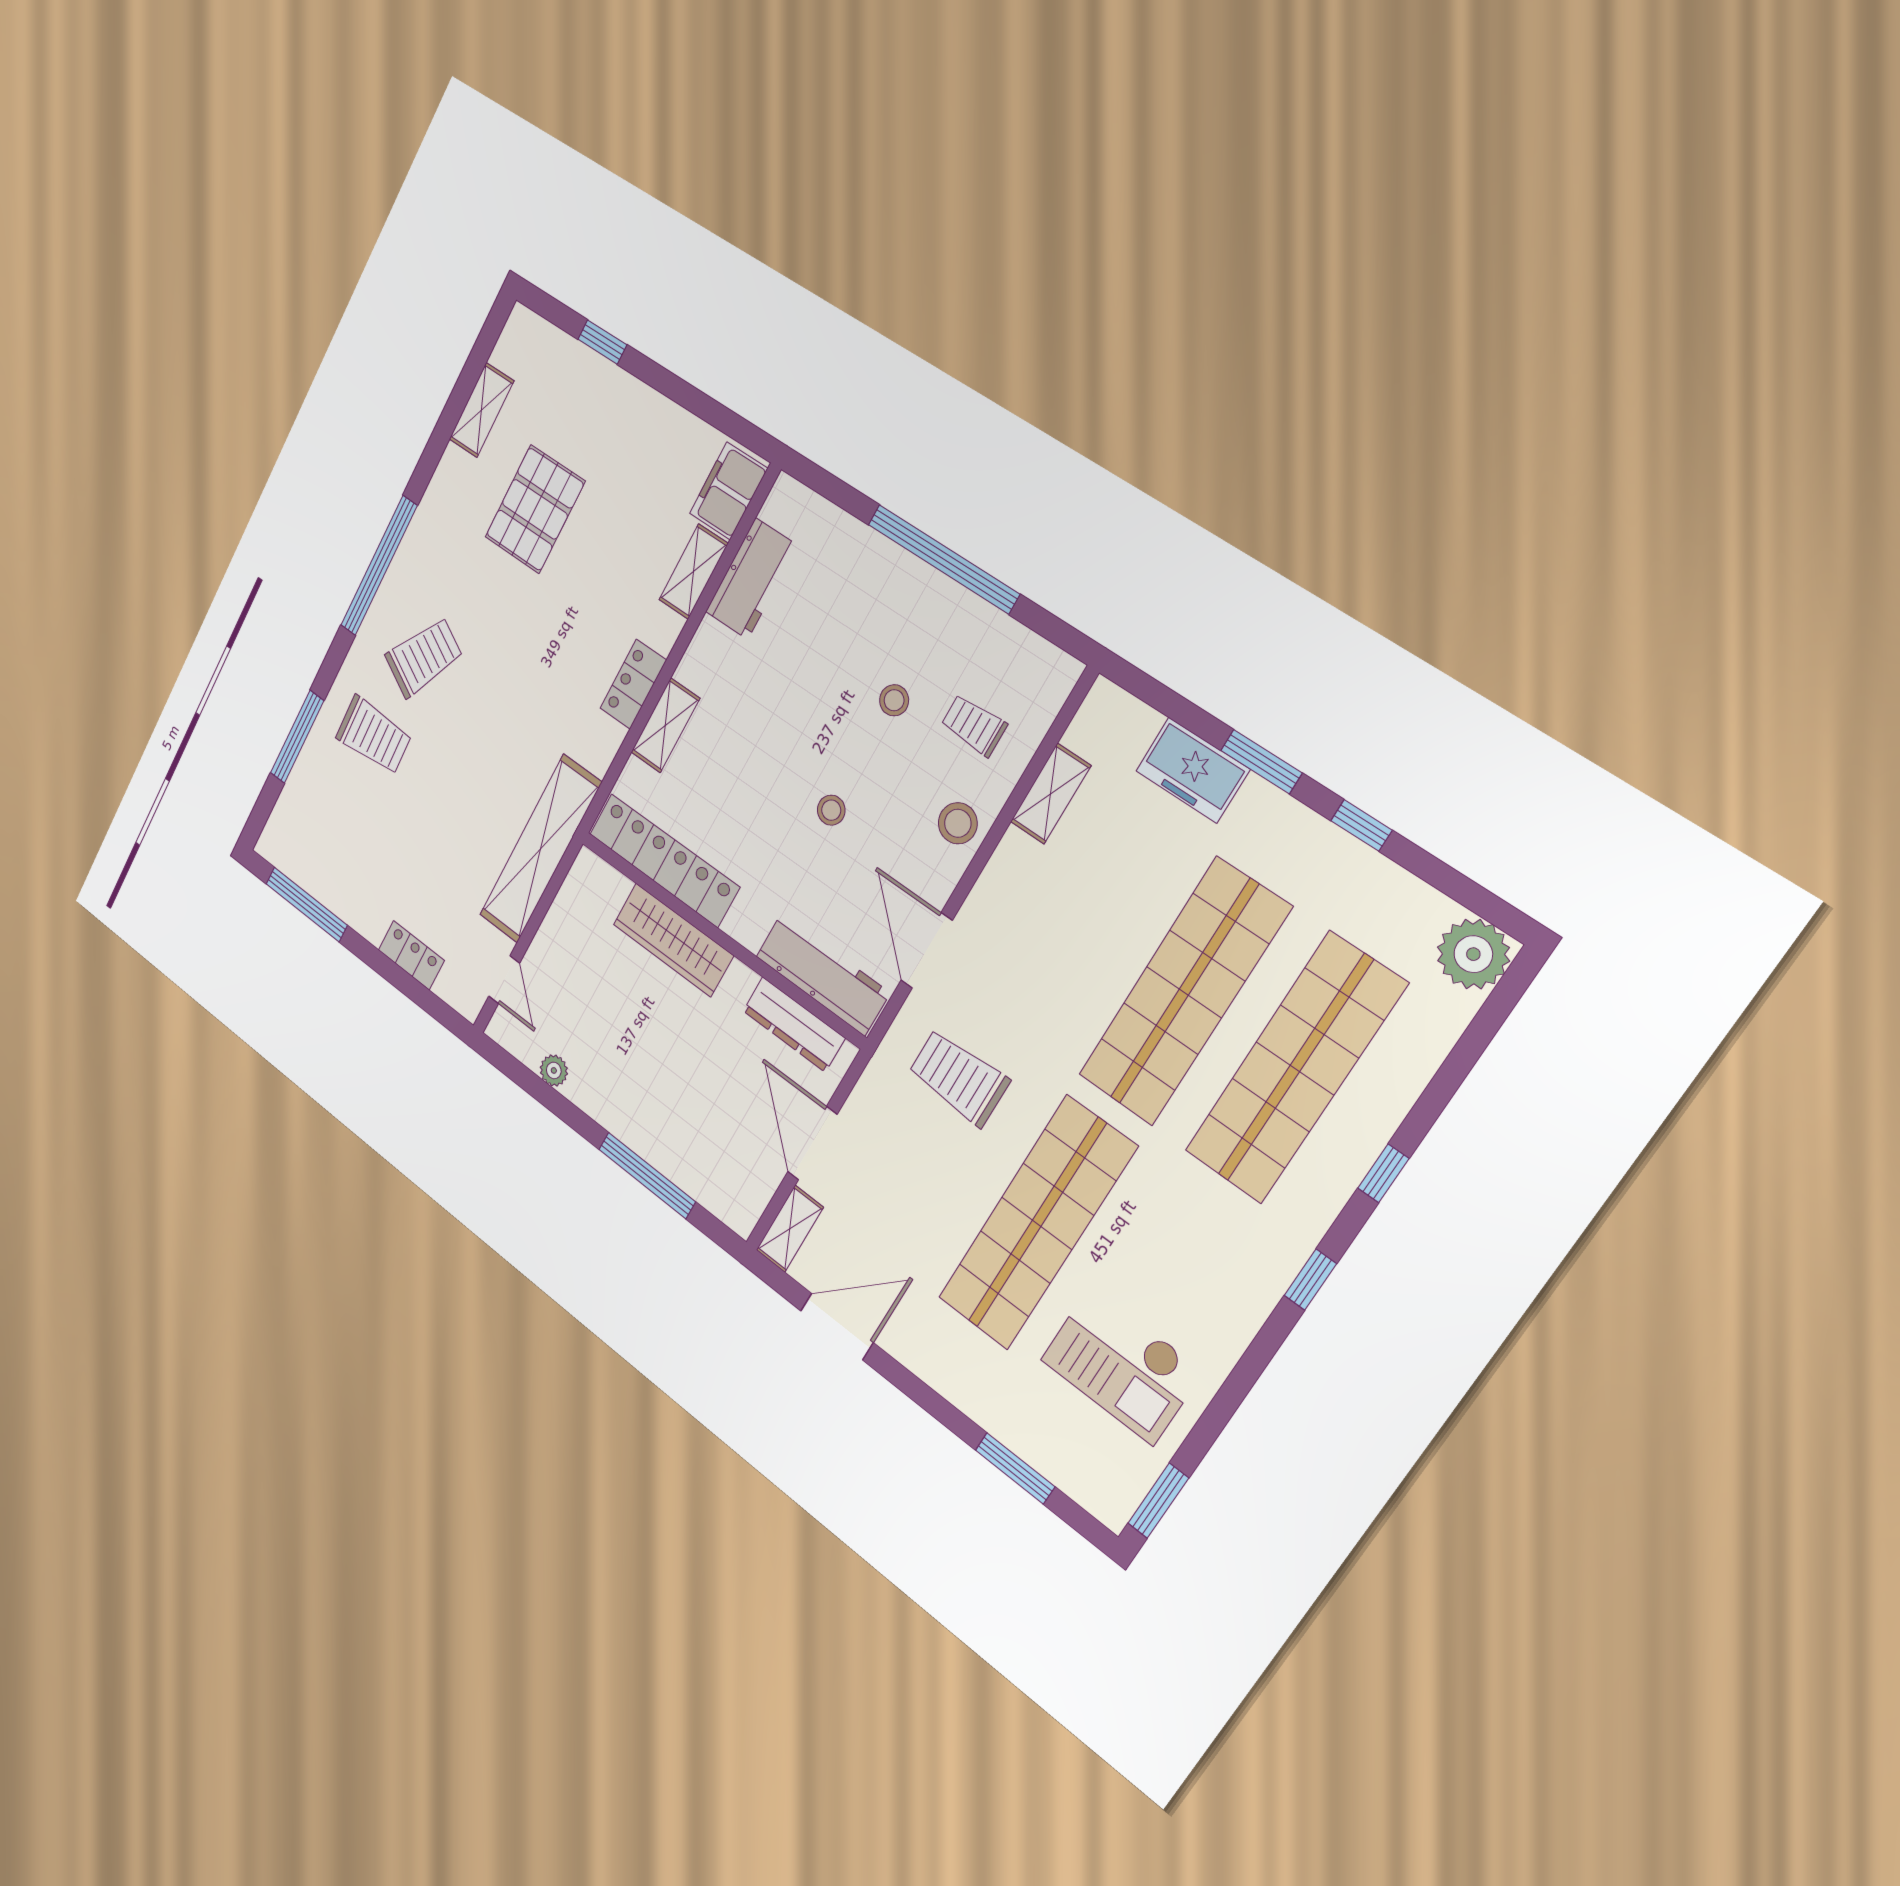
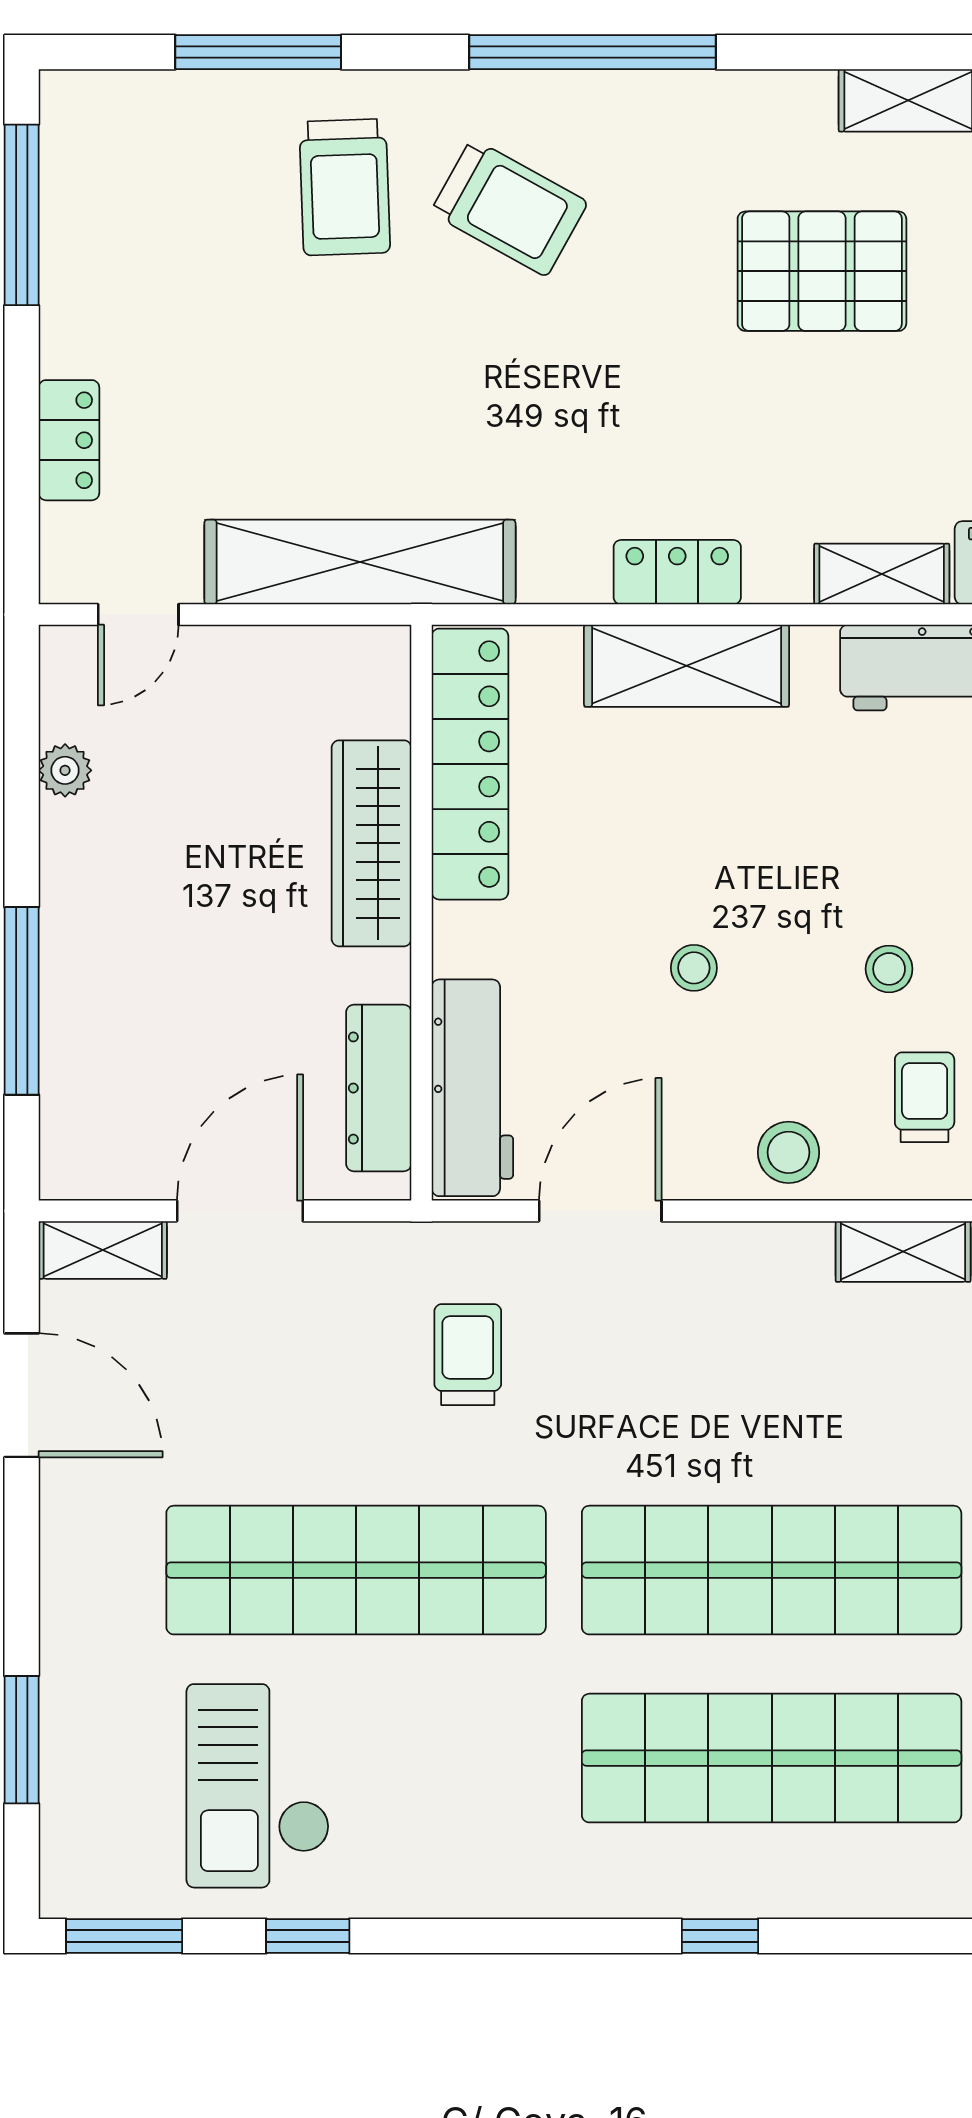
shelving: (665, 725) -> (687, 666), width x1.50, depth x1.33
trolley: (959, 1078) -> (468, 1355), width x0.73, depth x0.72
window: (1310, 1280) -> (308, 1936), moved

